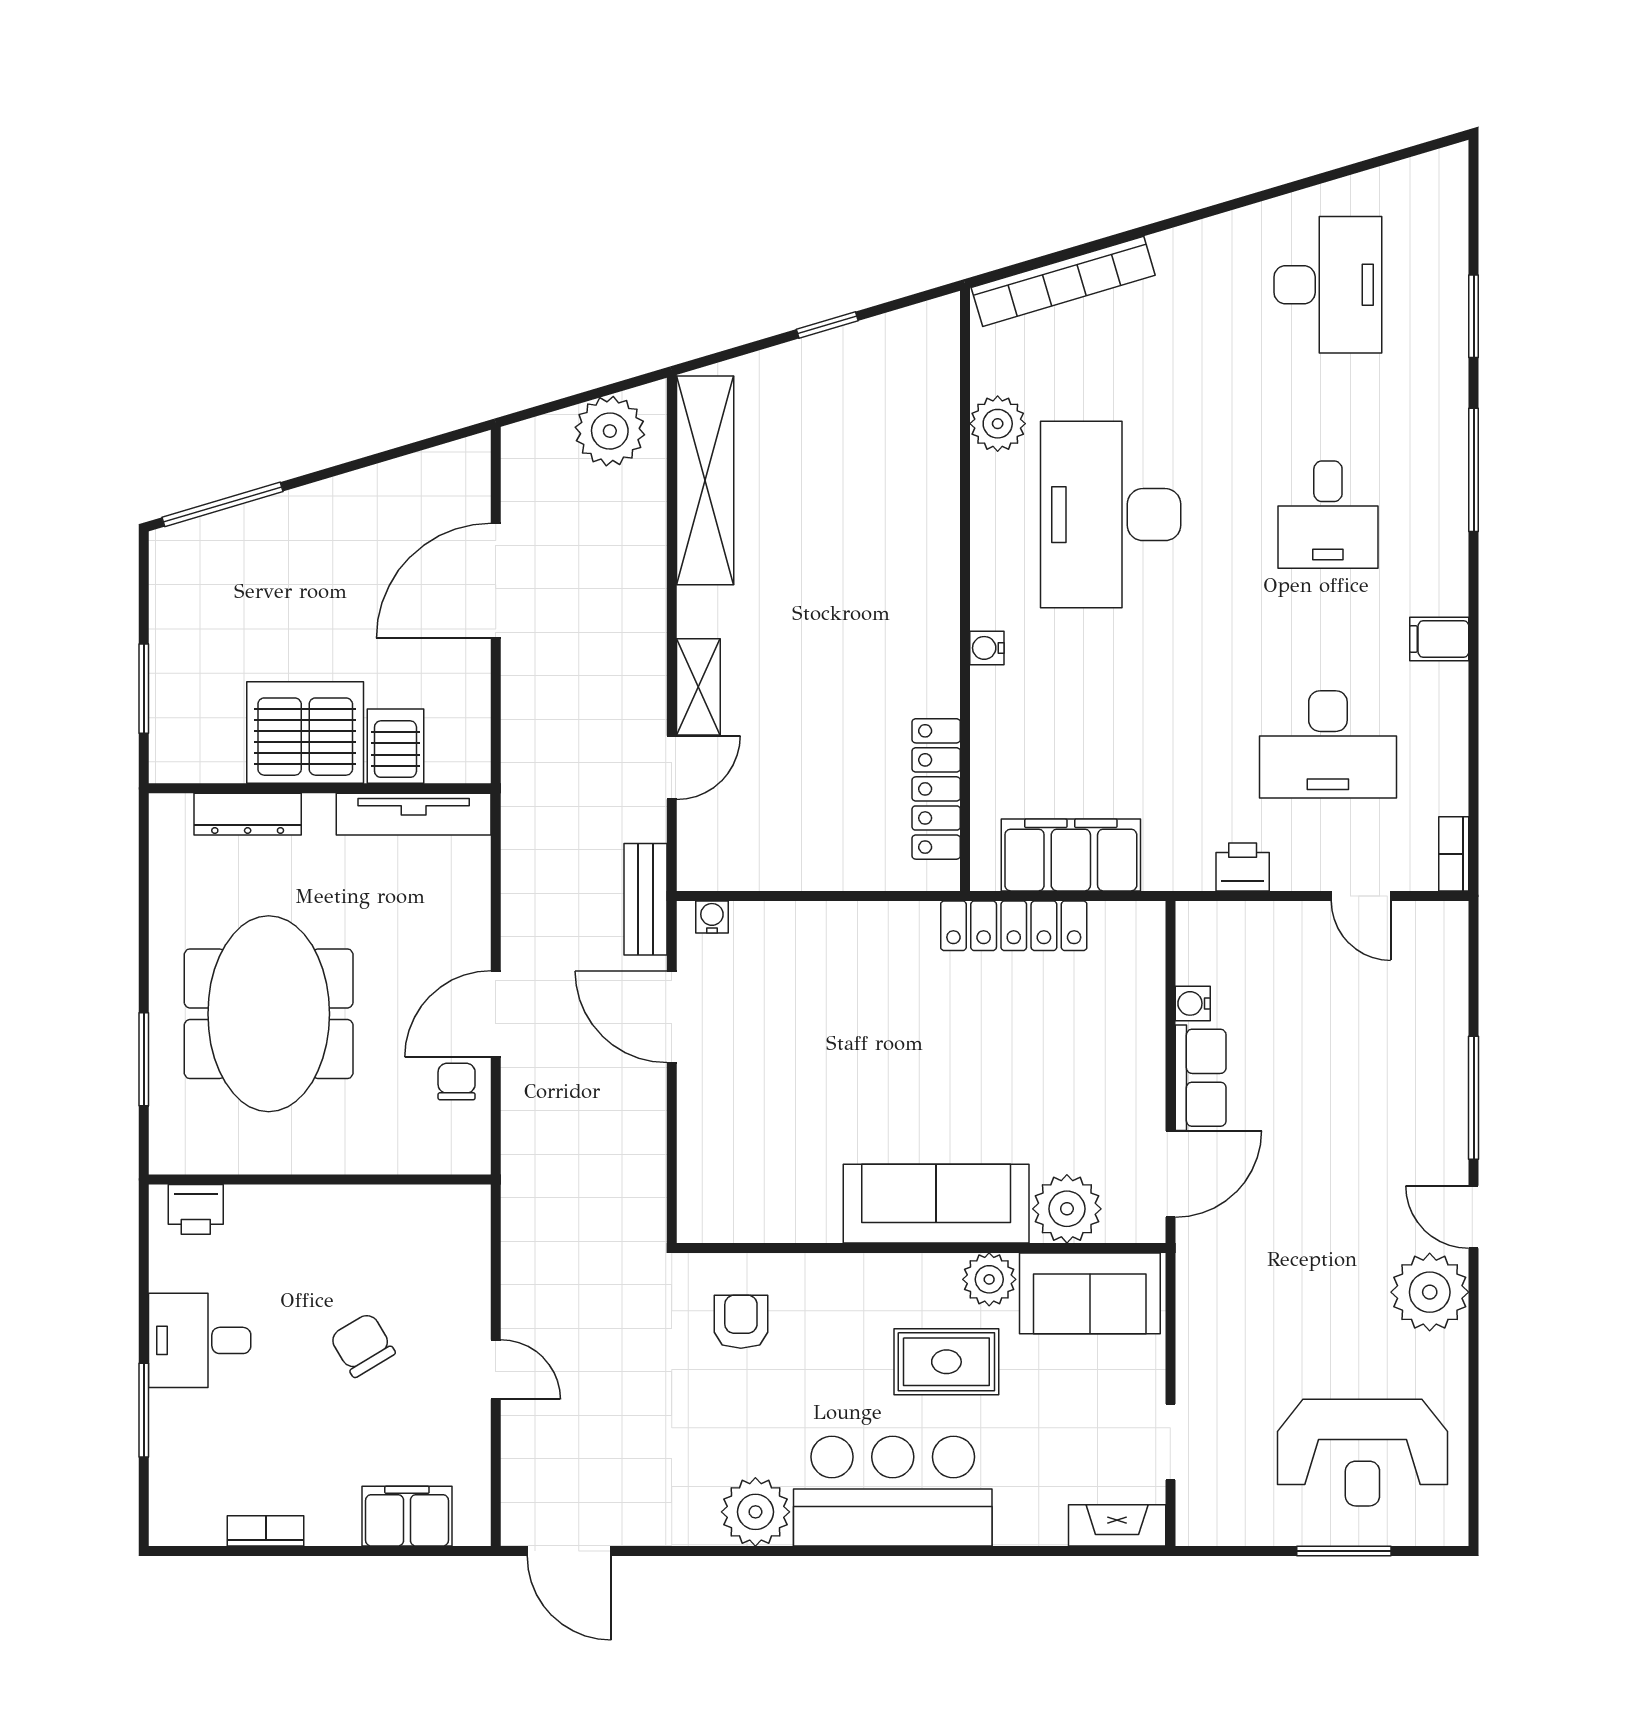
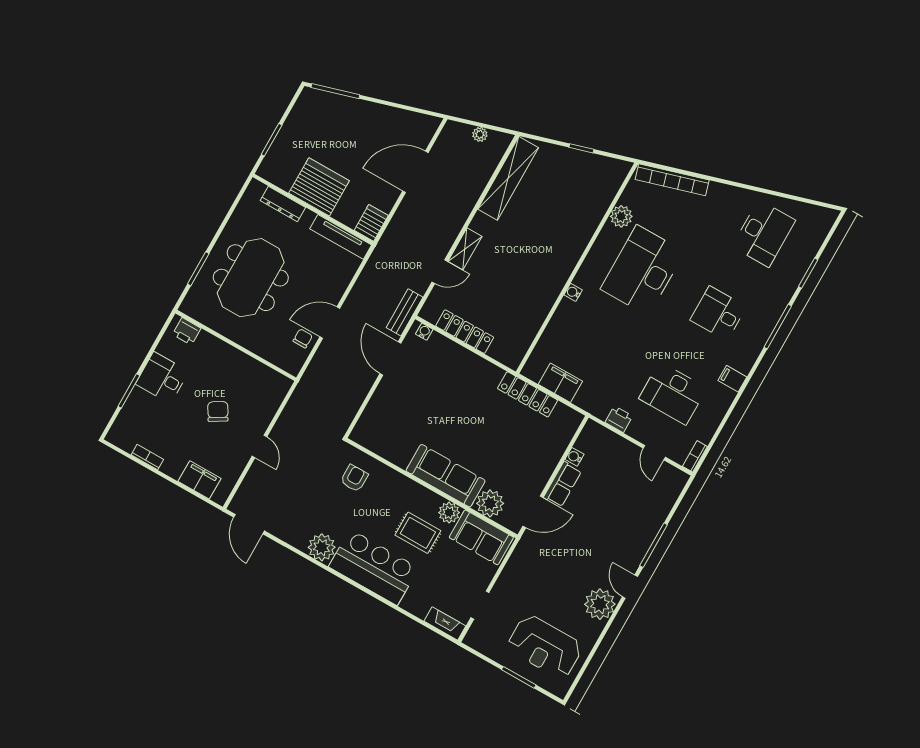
plant: (610, 431) -> (480, 134), width x0.53, depth x0.53
desk: (1328, 515) -> (718, 313), turned 90
server rack: (395, 746) -> (371, 223), moved
locker: (936, 789) -> (465, 332), moved, turned 90
filing cabinet: (1071, 855) -> (560, 383), width x0.67, depth x0.86

